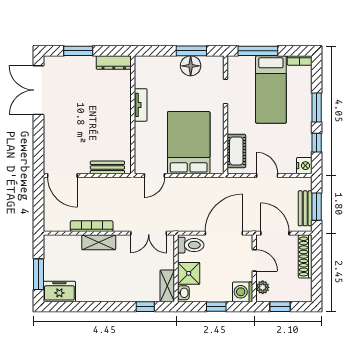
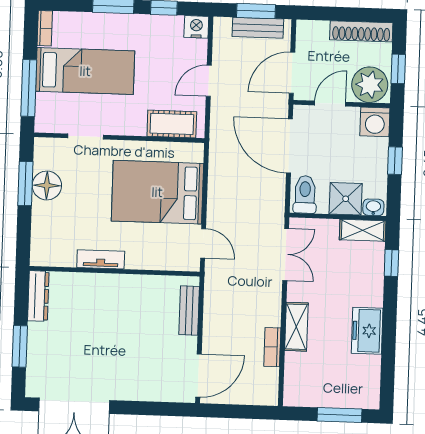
bookcase: (92, 226) -> (272, 347), width x0.64
shoe rack: (305, 256) -> (361, 31), moved
plant: (263, 287) -> (370, 85), width x1.88, depth x1.88
freezer: (59, 291) -> (367, 331), moved

